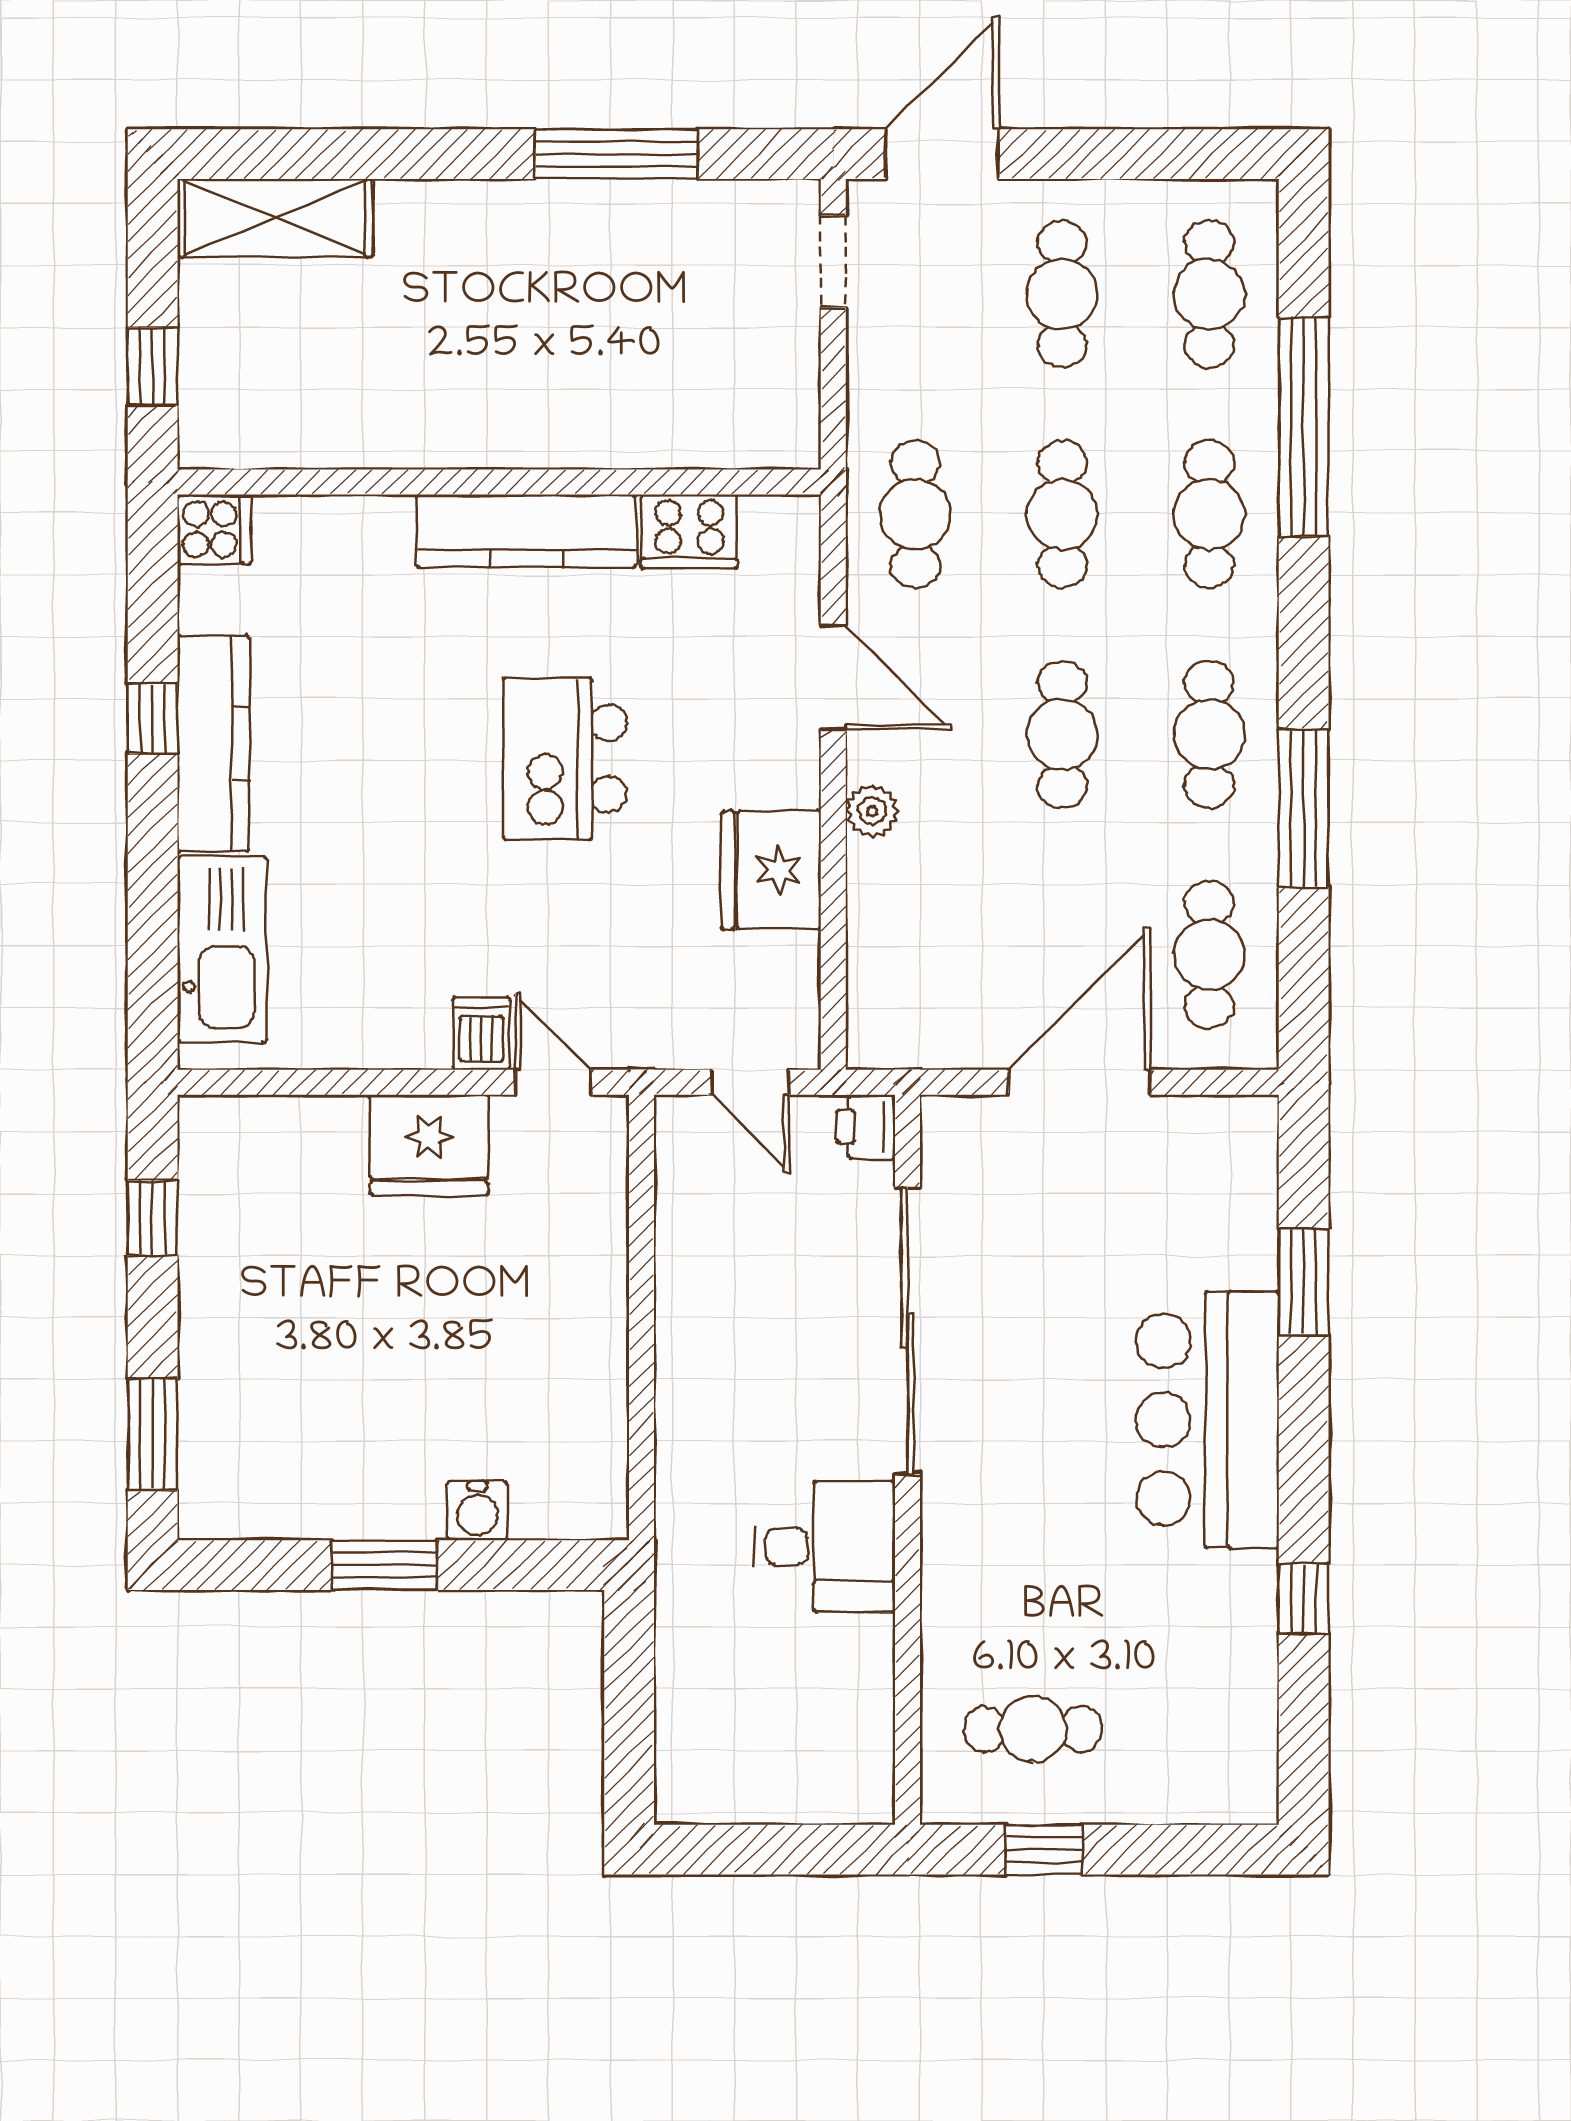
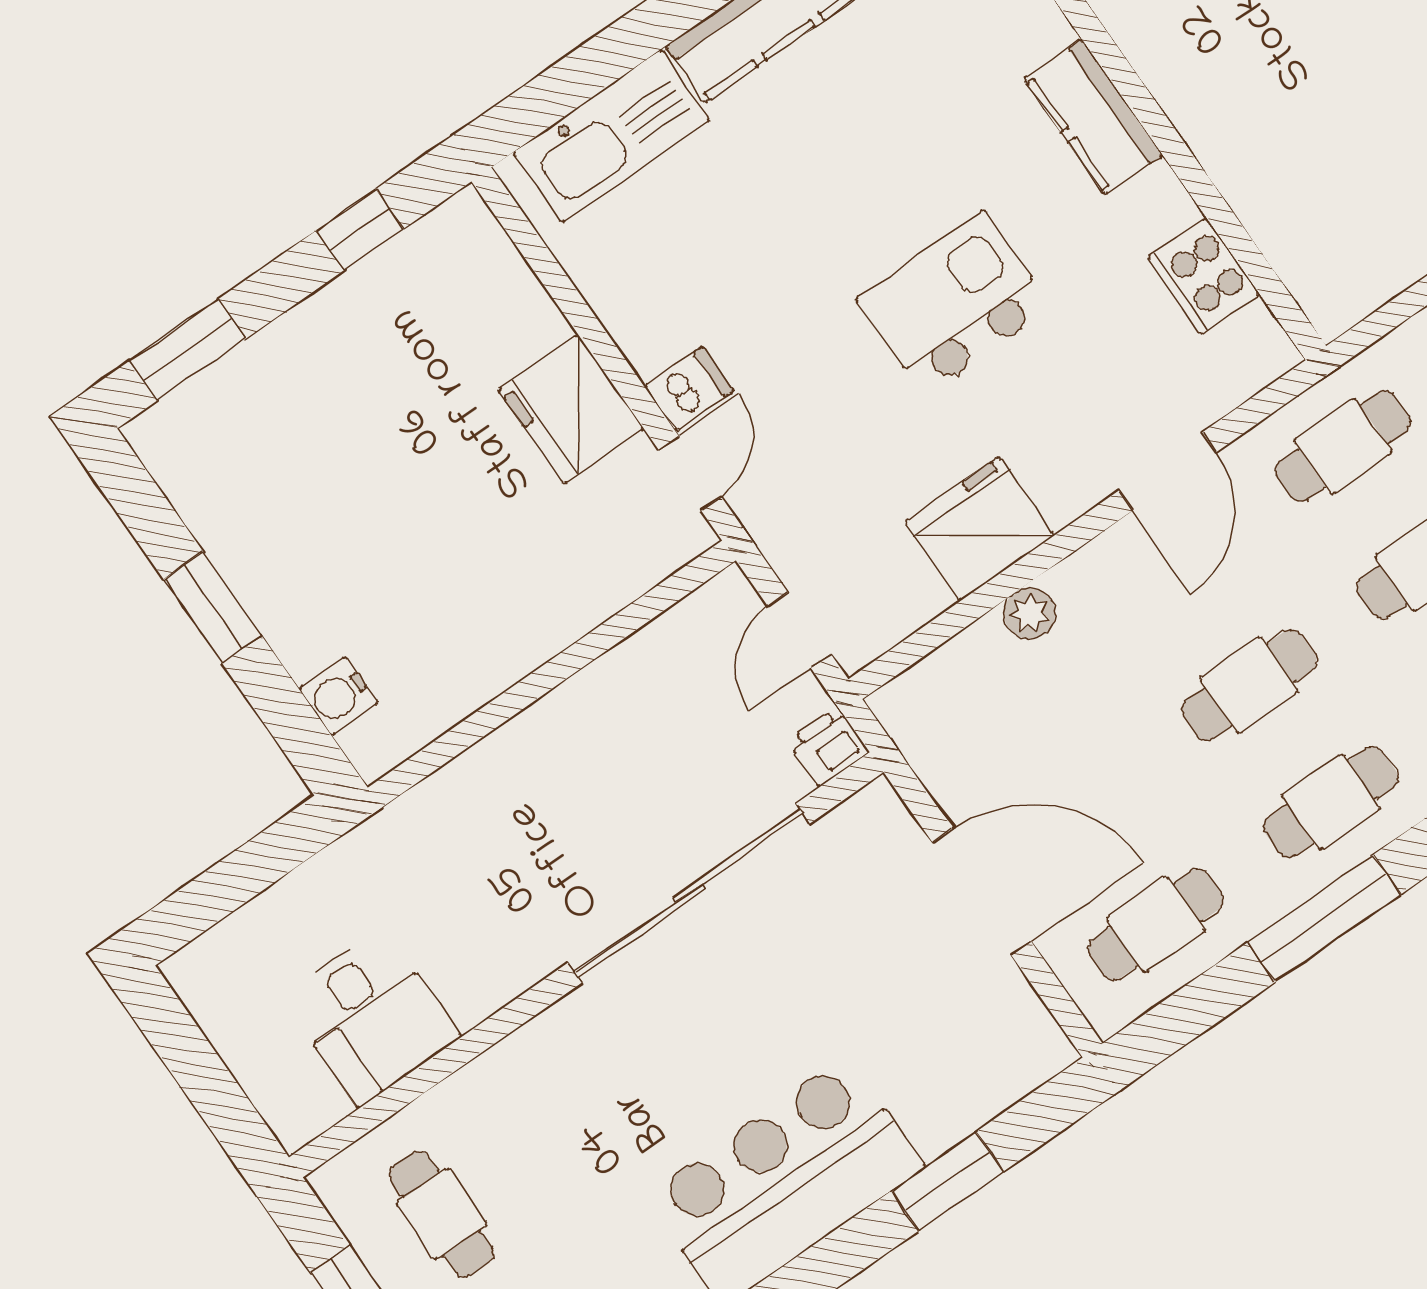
kitchen counter: (527, 531) -> (1094, 117), width x0.67
plant: (872, 811) -> (1030, 613), moved
water cooler: (477, 1511) -> (339, 696), moved
desk: (825, 1547) -> (371, 1017), moved

